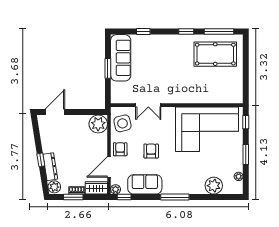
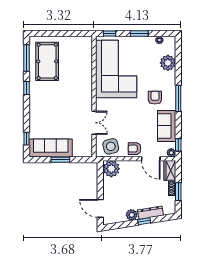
window: (143, 32) -> (27, 139), moved
armchair: (151, 151) -> (155, 98), moved, turned 90
plant: (54, 187) -> (132, 215), moved

